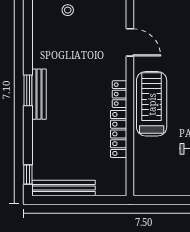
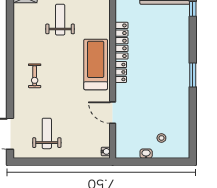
bench: (39, 94) -> (184, 72), removed
treadmill: (152, 104) -> (96, 64), turned 180

